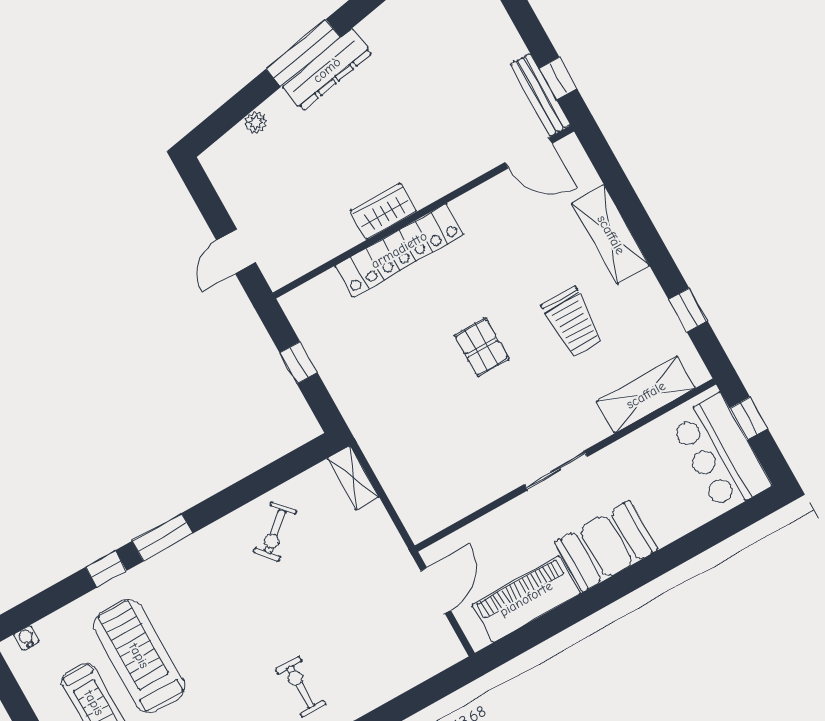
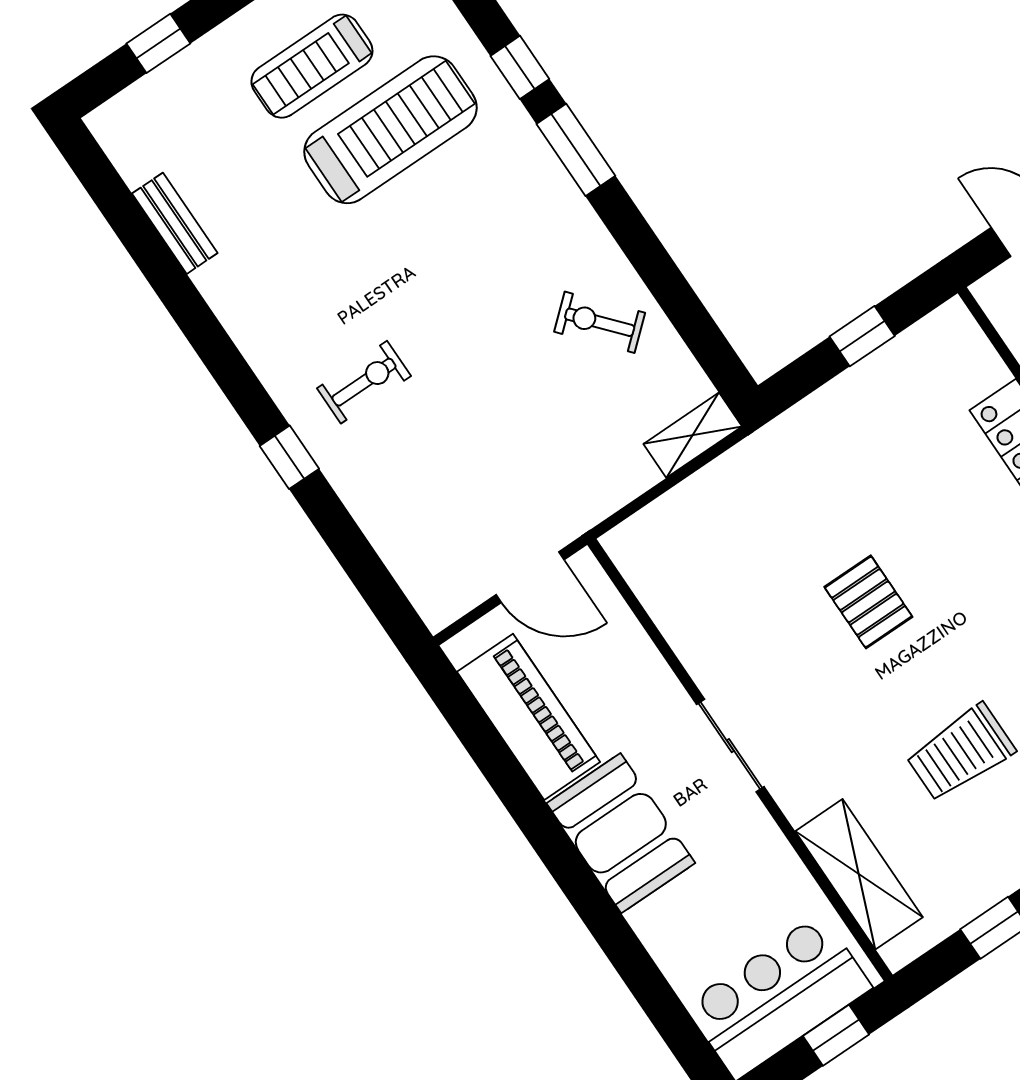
pallet: (482, 347) -> (868, 602), moved, turned 90

